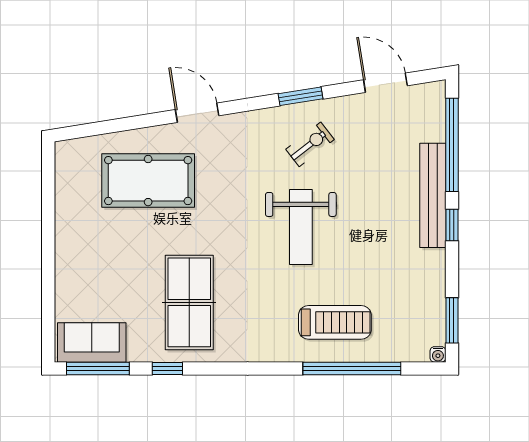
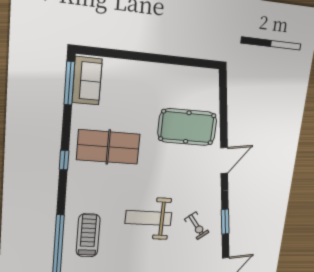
pool table: (148, 181) -> (187, 127), turned 90
treadmill: (335, 322) -> (88, 235), turned 180
window: (167, 368) -> (64, 160), moved

